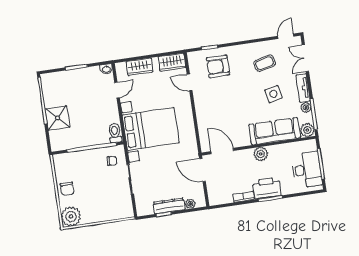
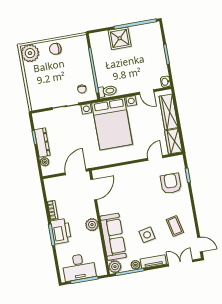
wardrobe: (140, 67) -> (169, 112), width x1.50

